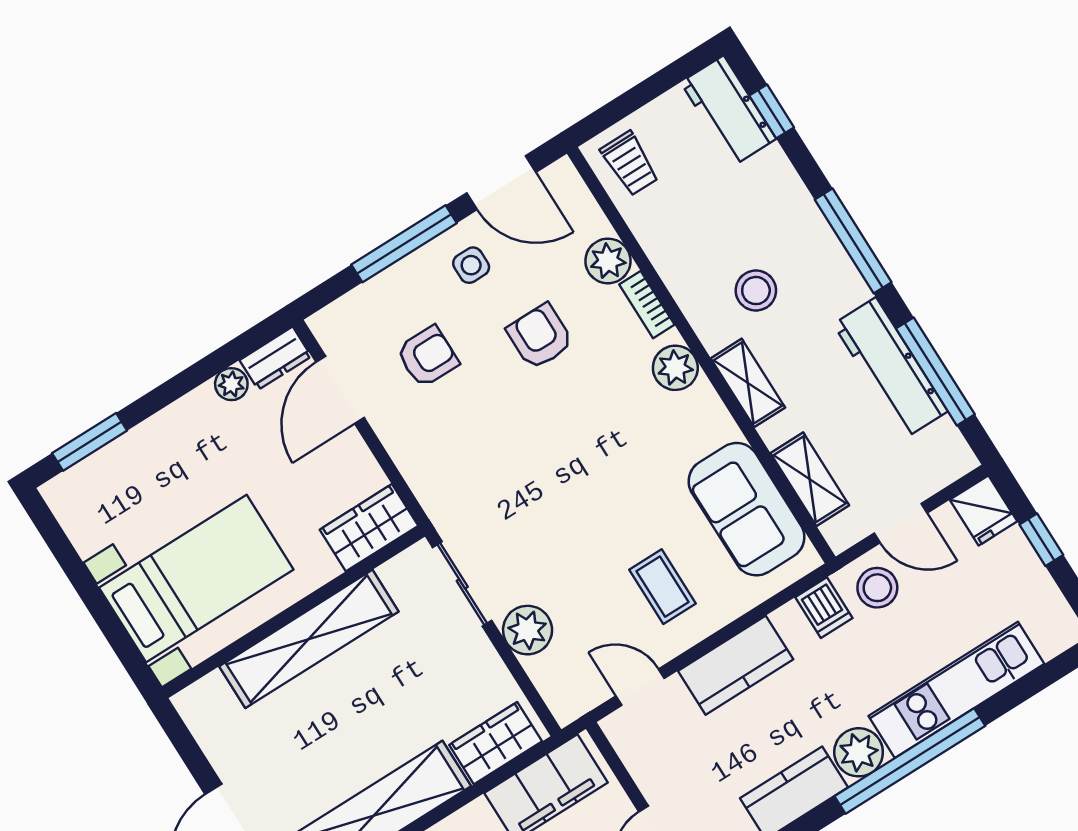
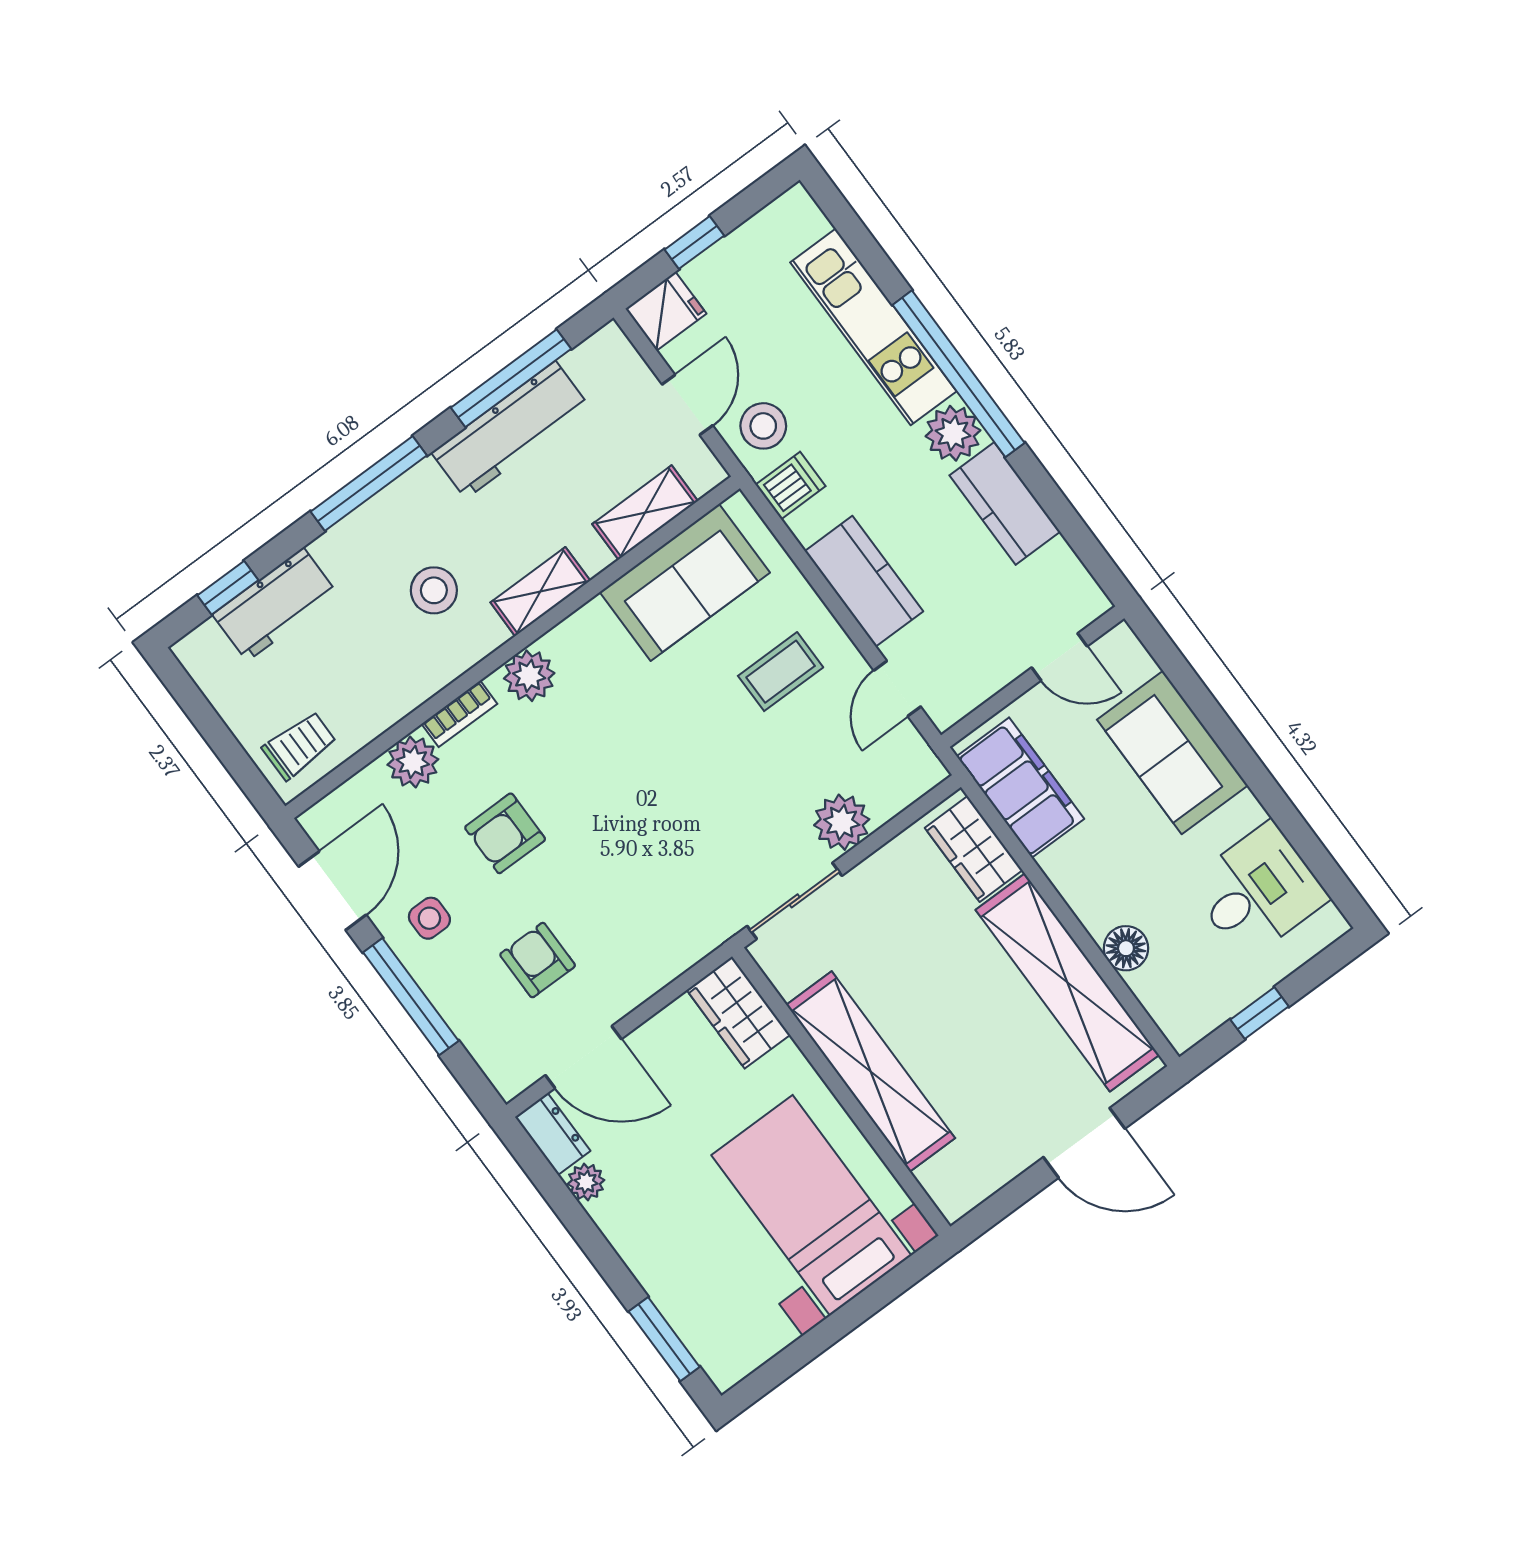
workbench: (728, 111) -> (275, 604), moved

